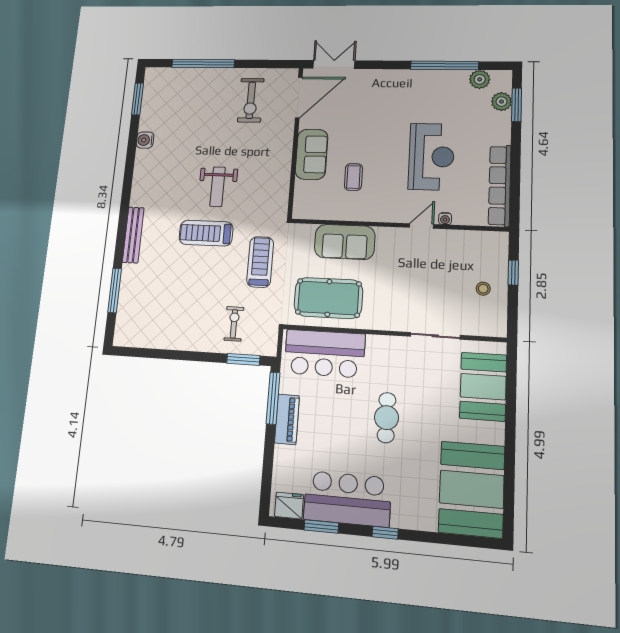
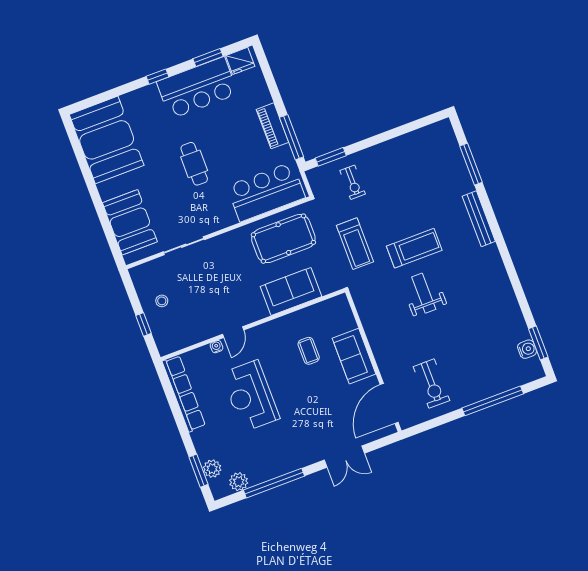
double door: (334, 64) -> (344, 457), moved
exercise bike: (251, 100) -> (432, 384), turned 180
water cooler: (145, 140) -> (527, 349), moved

